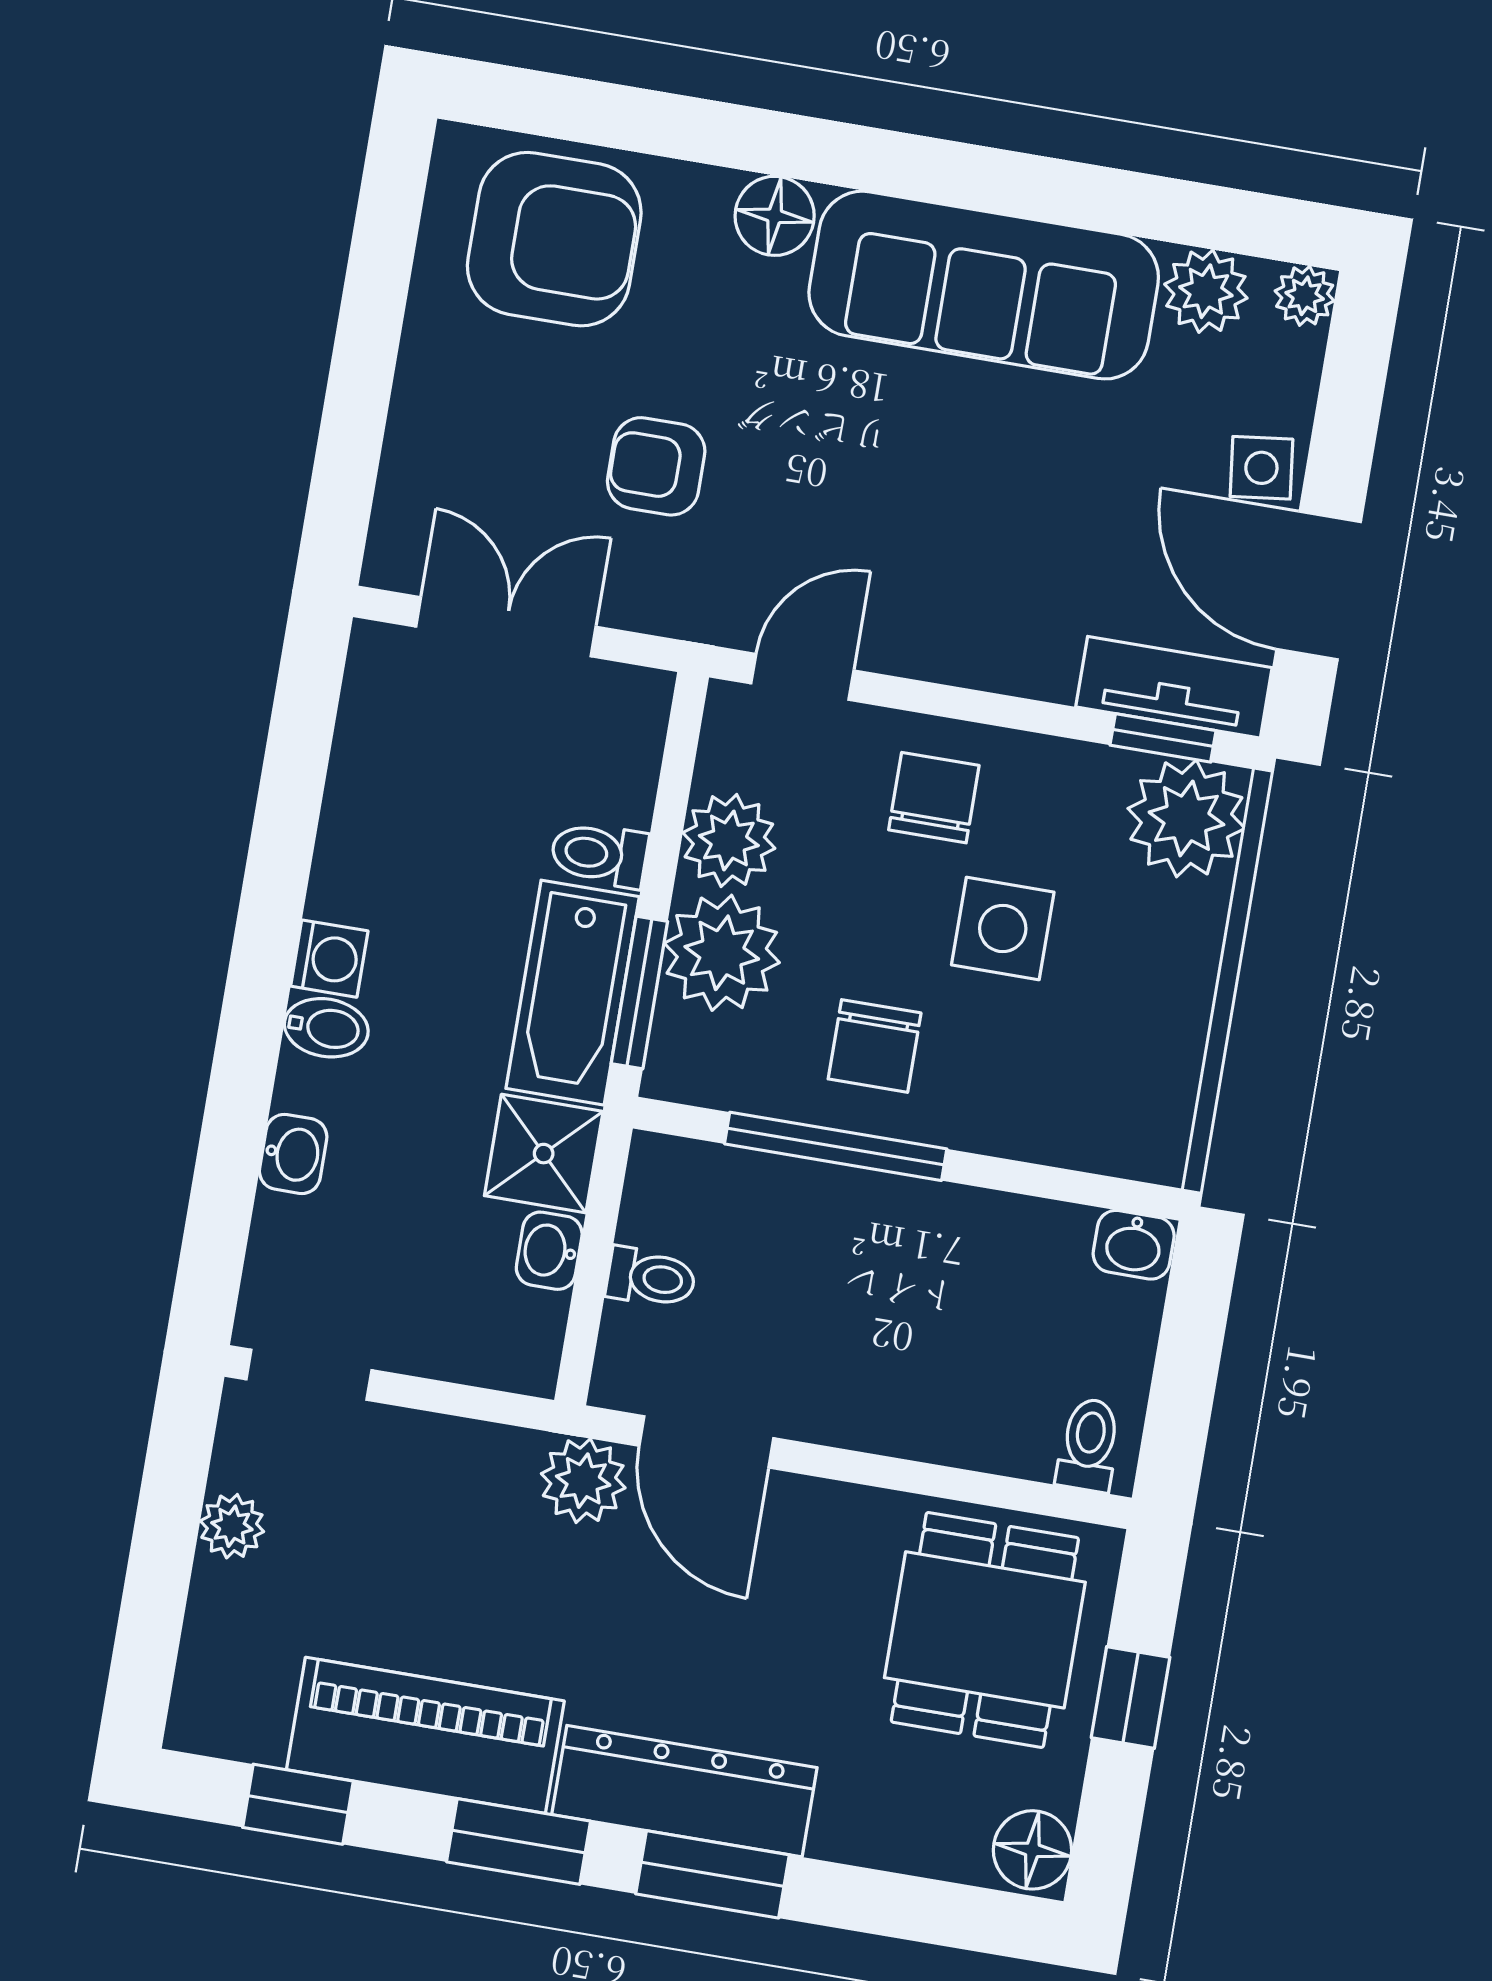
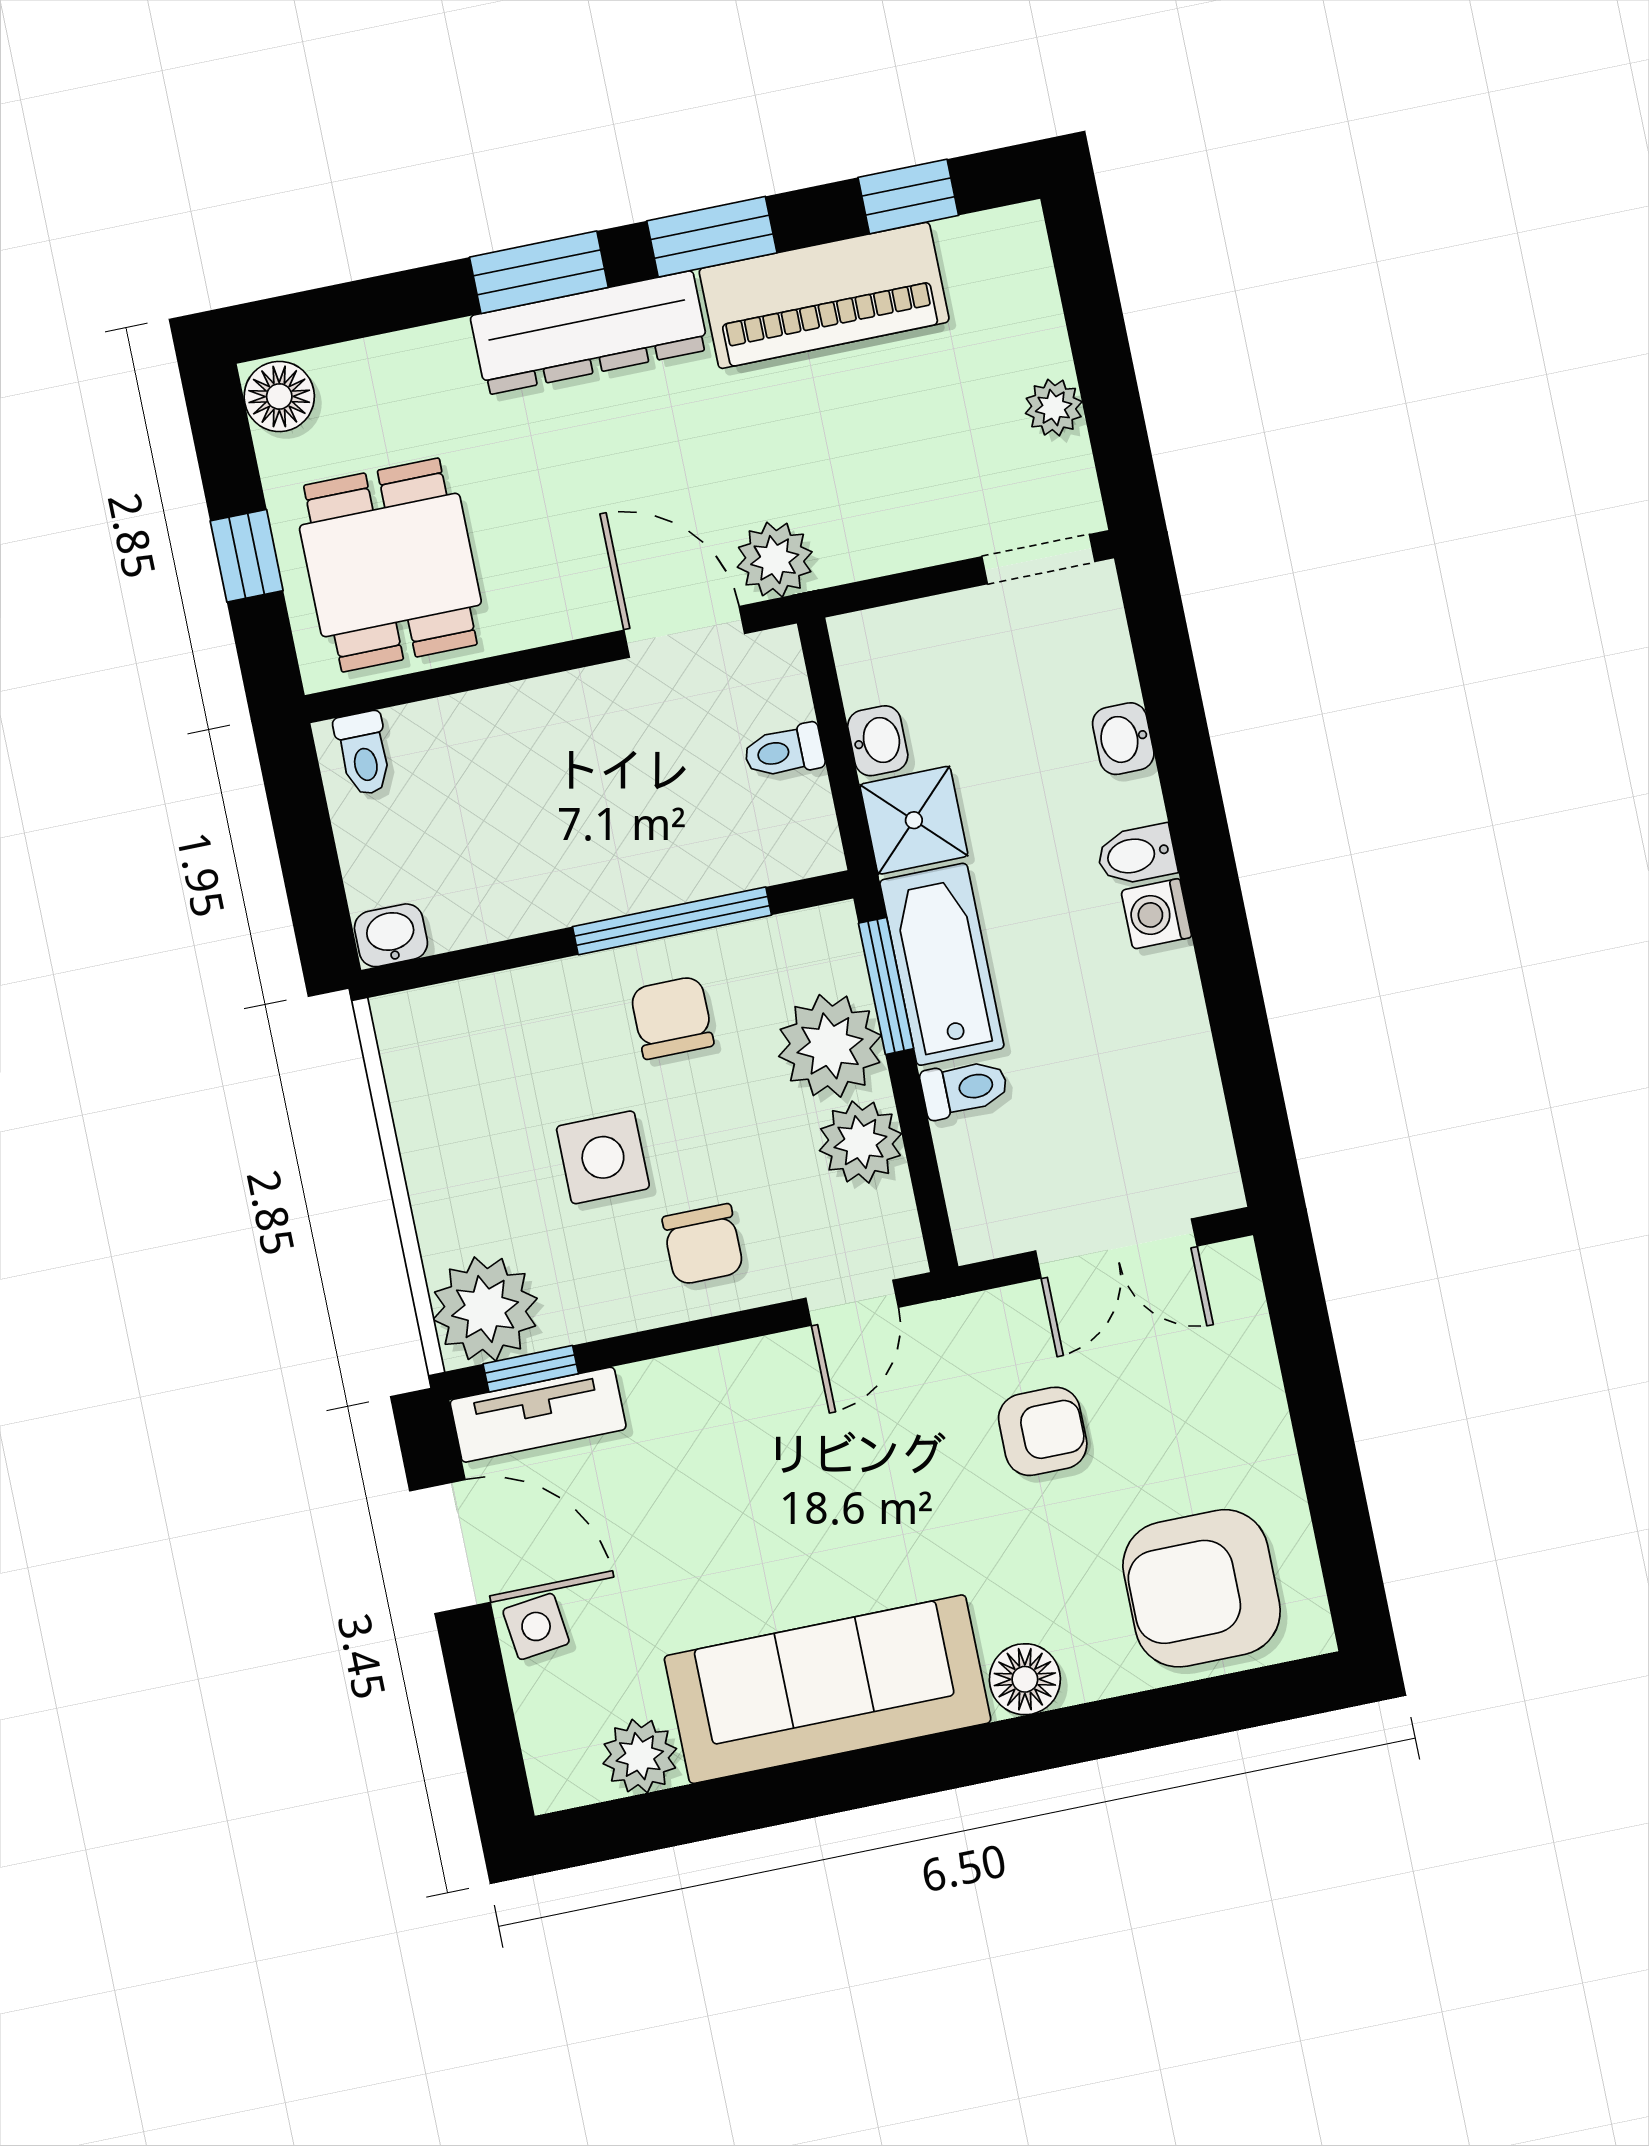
plant: (1305, 296) -> (556, 1784), removed

